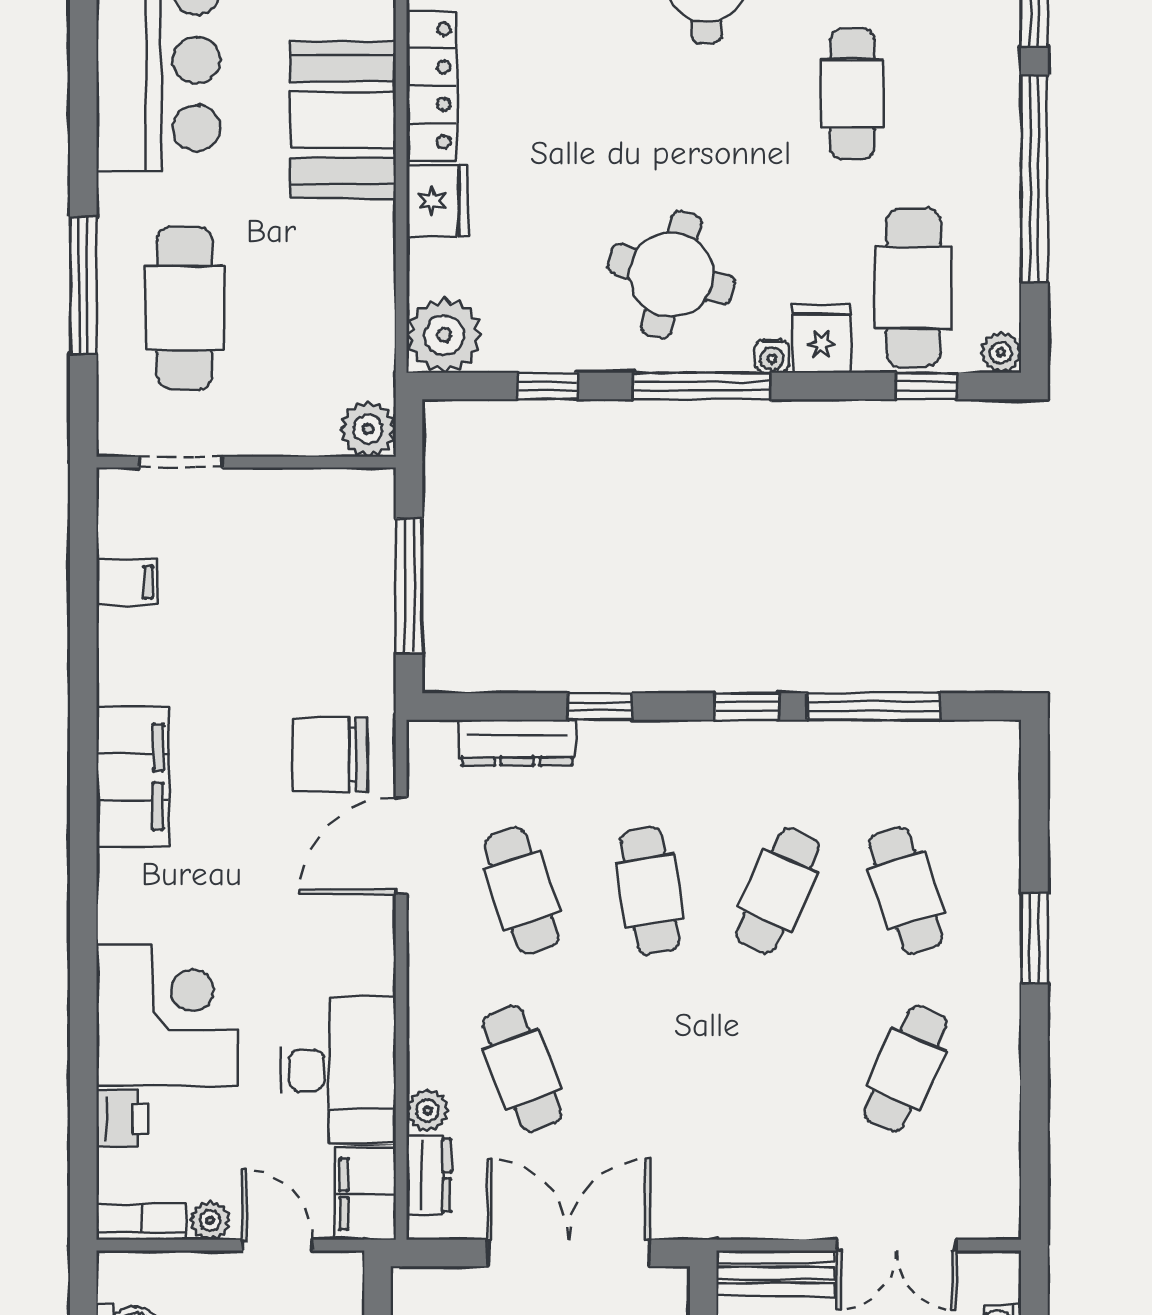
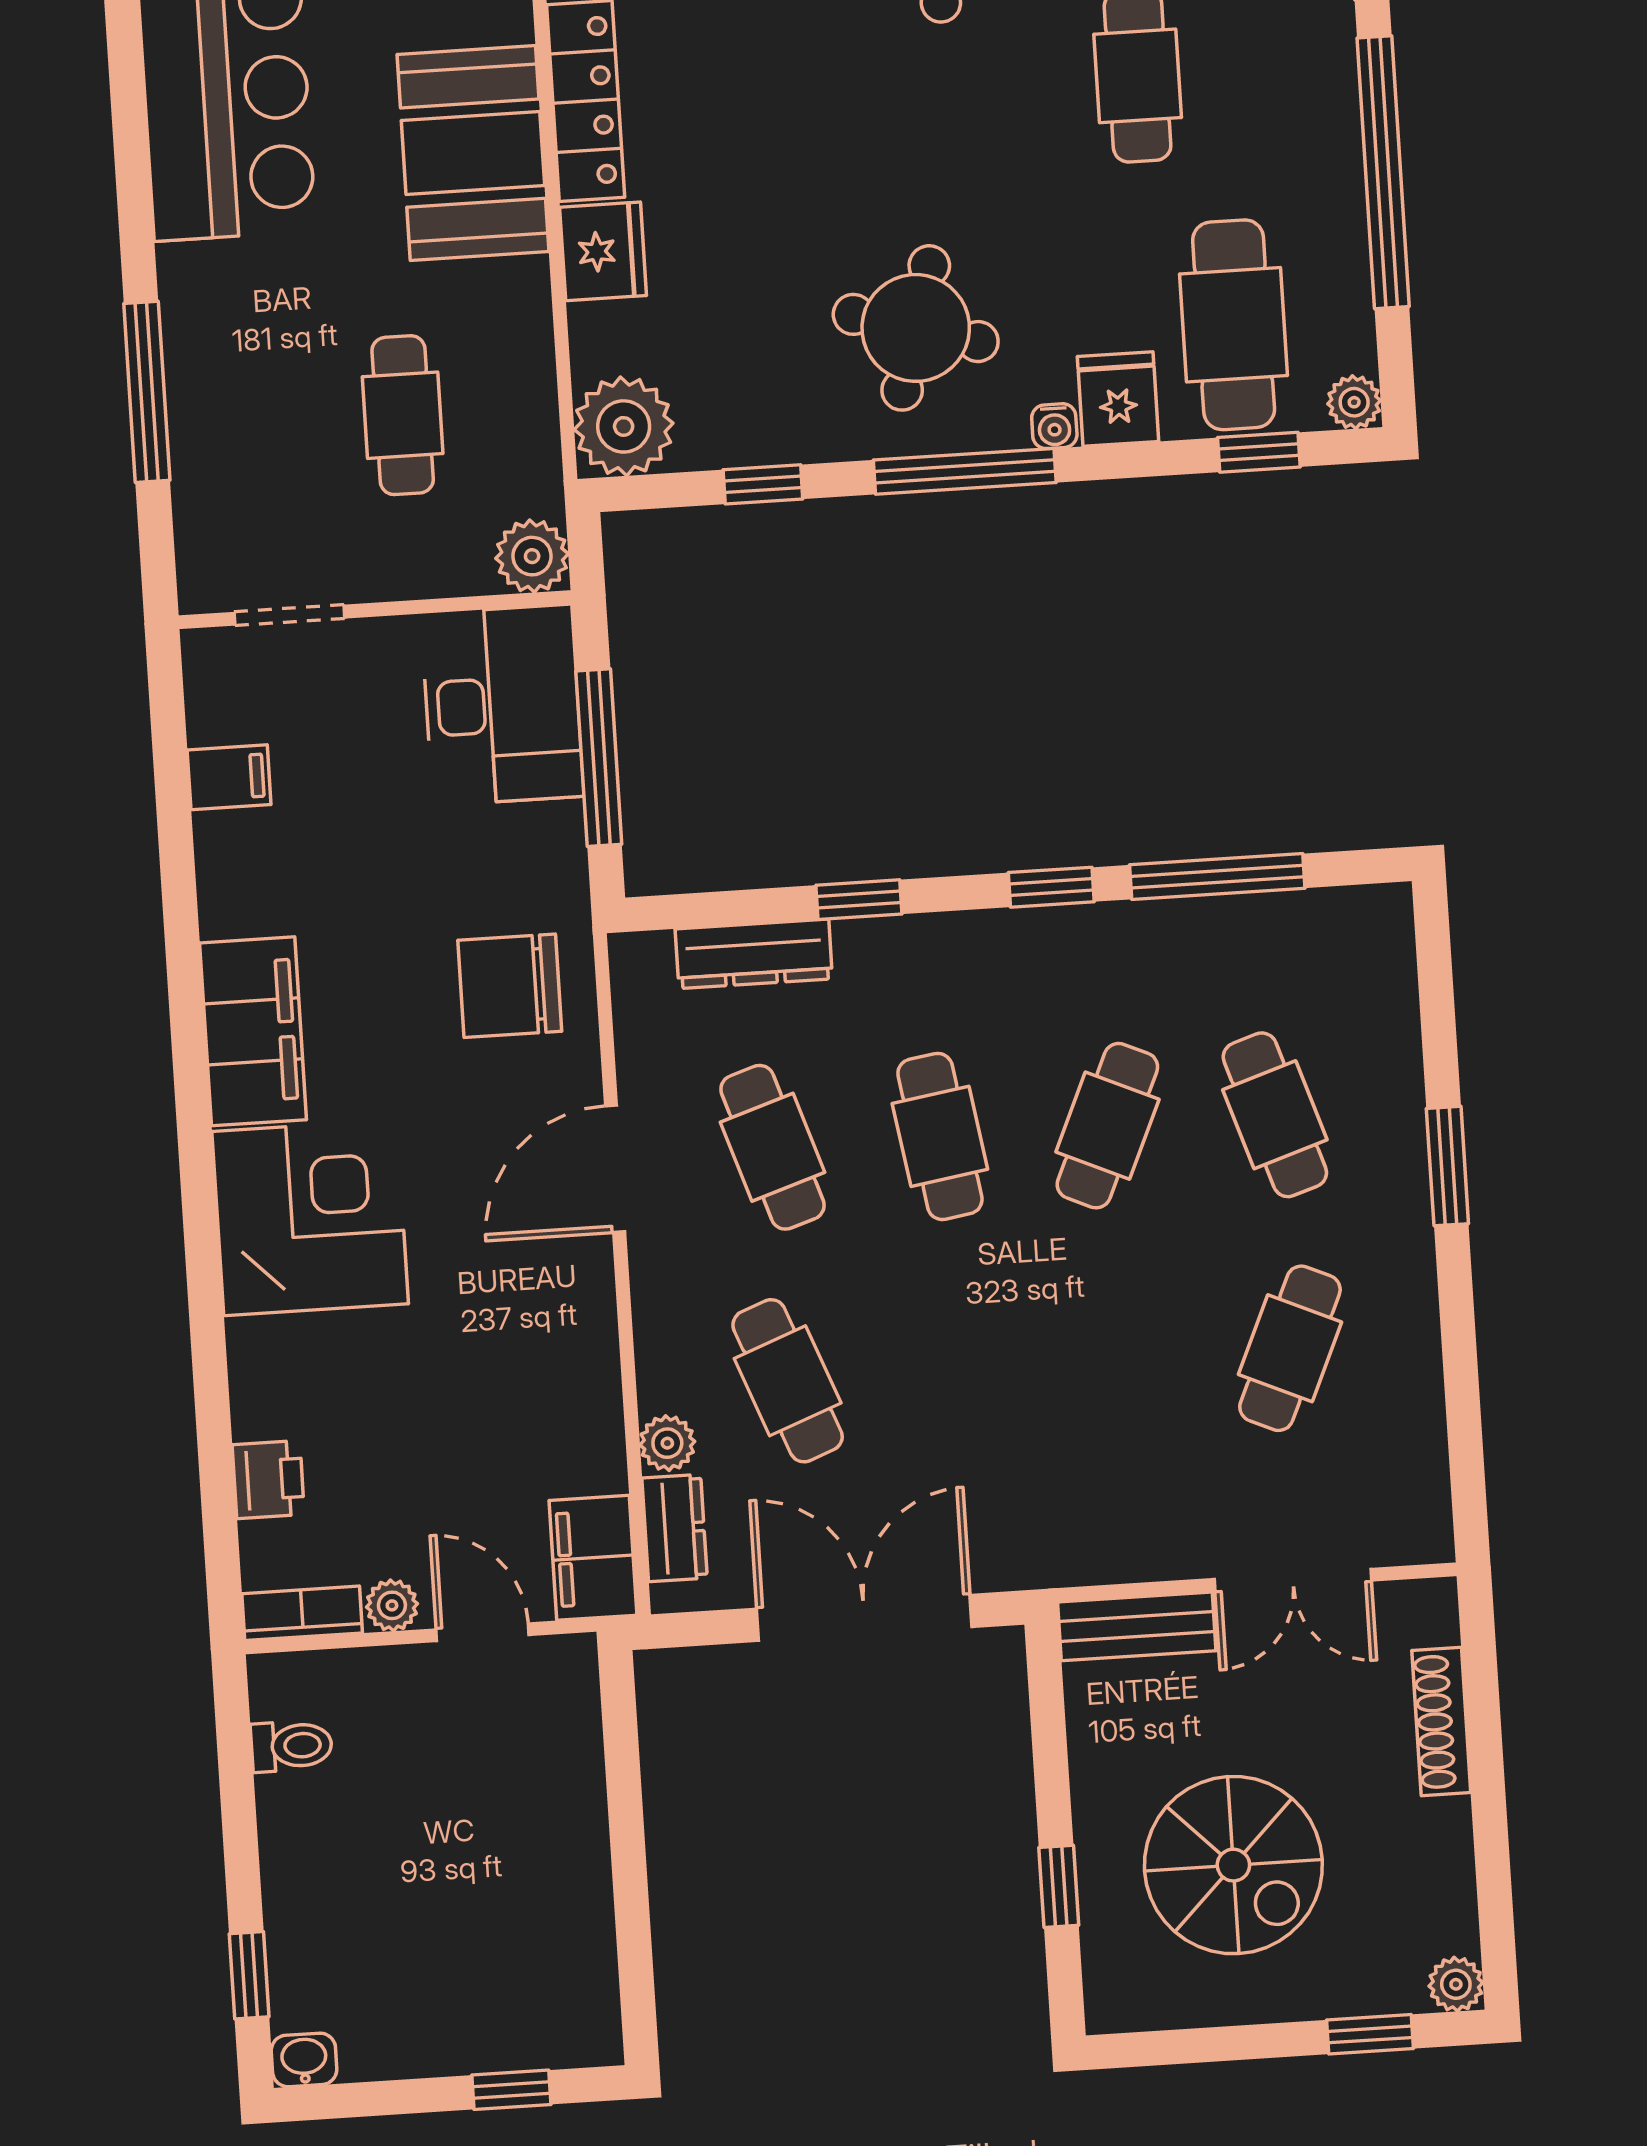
cafe table: (185, 308) -> (403, 415), moved, width x0.73, depth x0.74
door: (401, 846) -> (615, 1169), moved
corner desk: (167, 1016) -> (310, 1218), moved
desk: (338, 1071) -> (502, 705), moved

